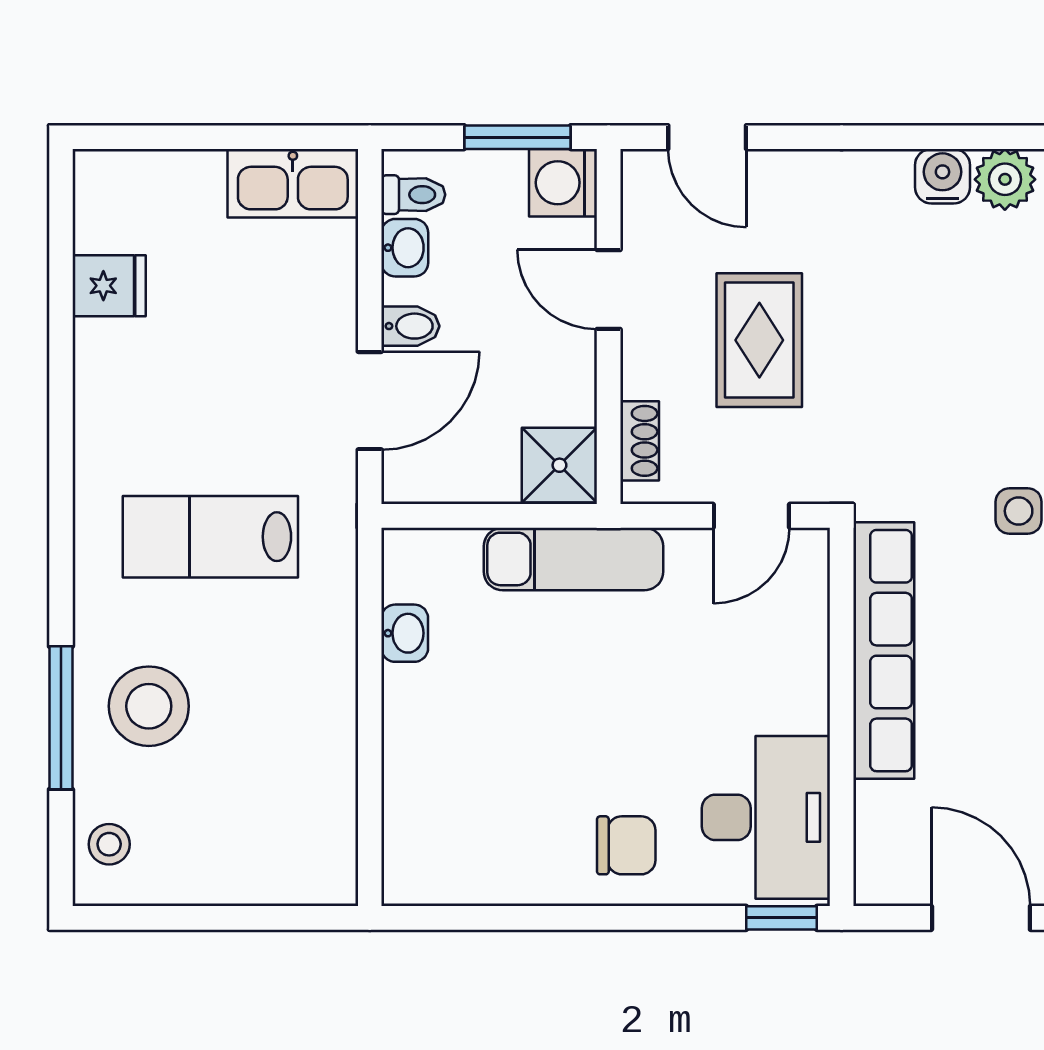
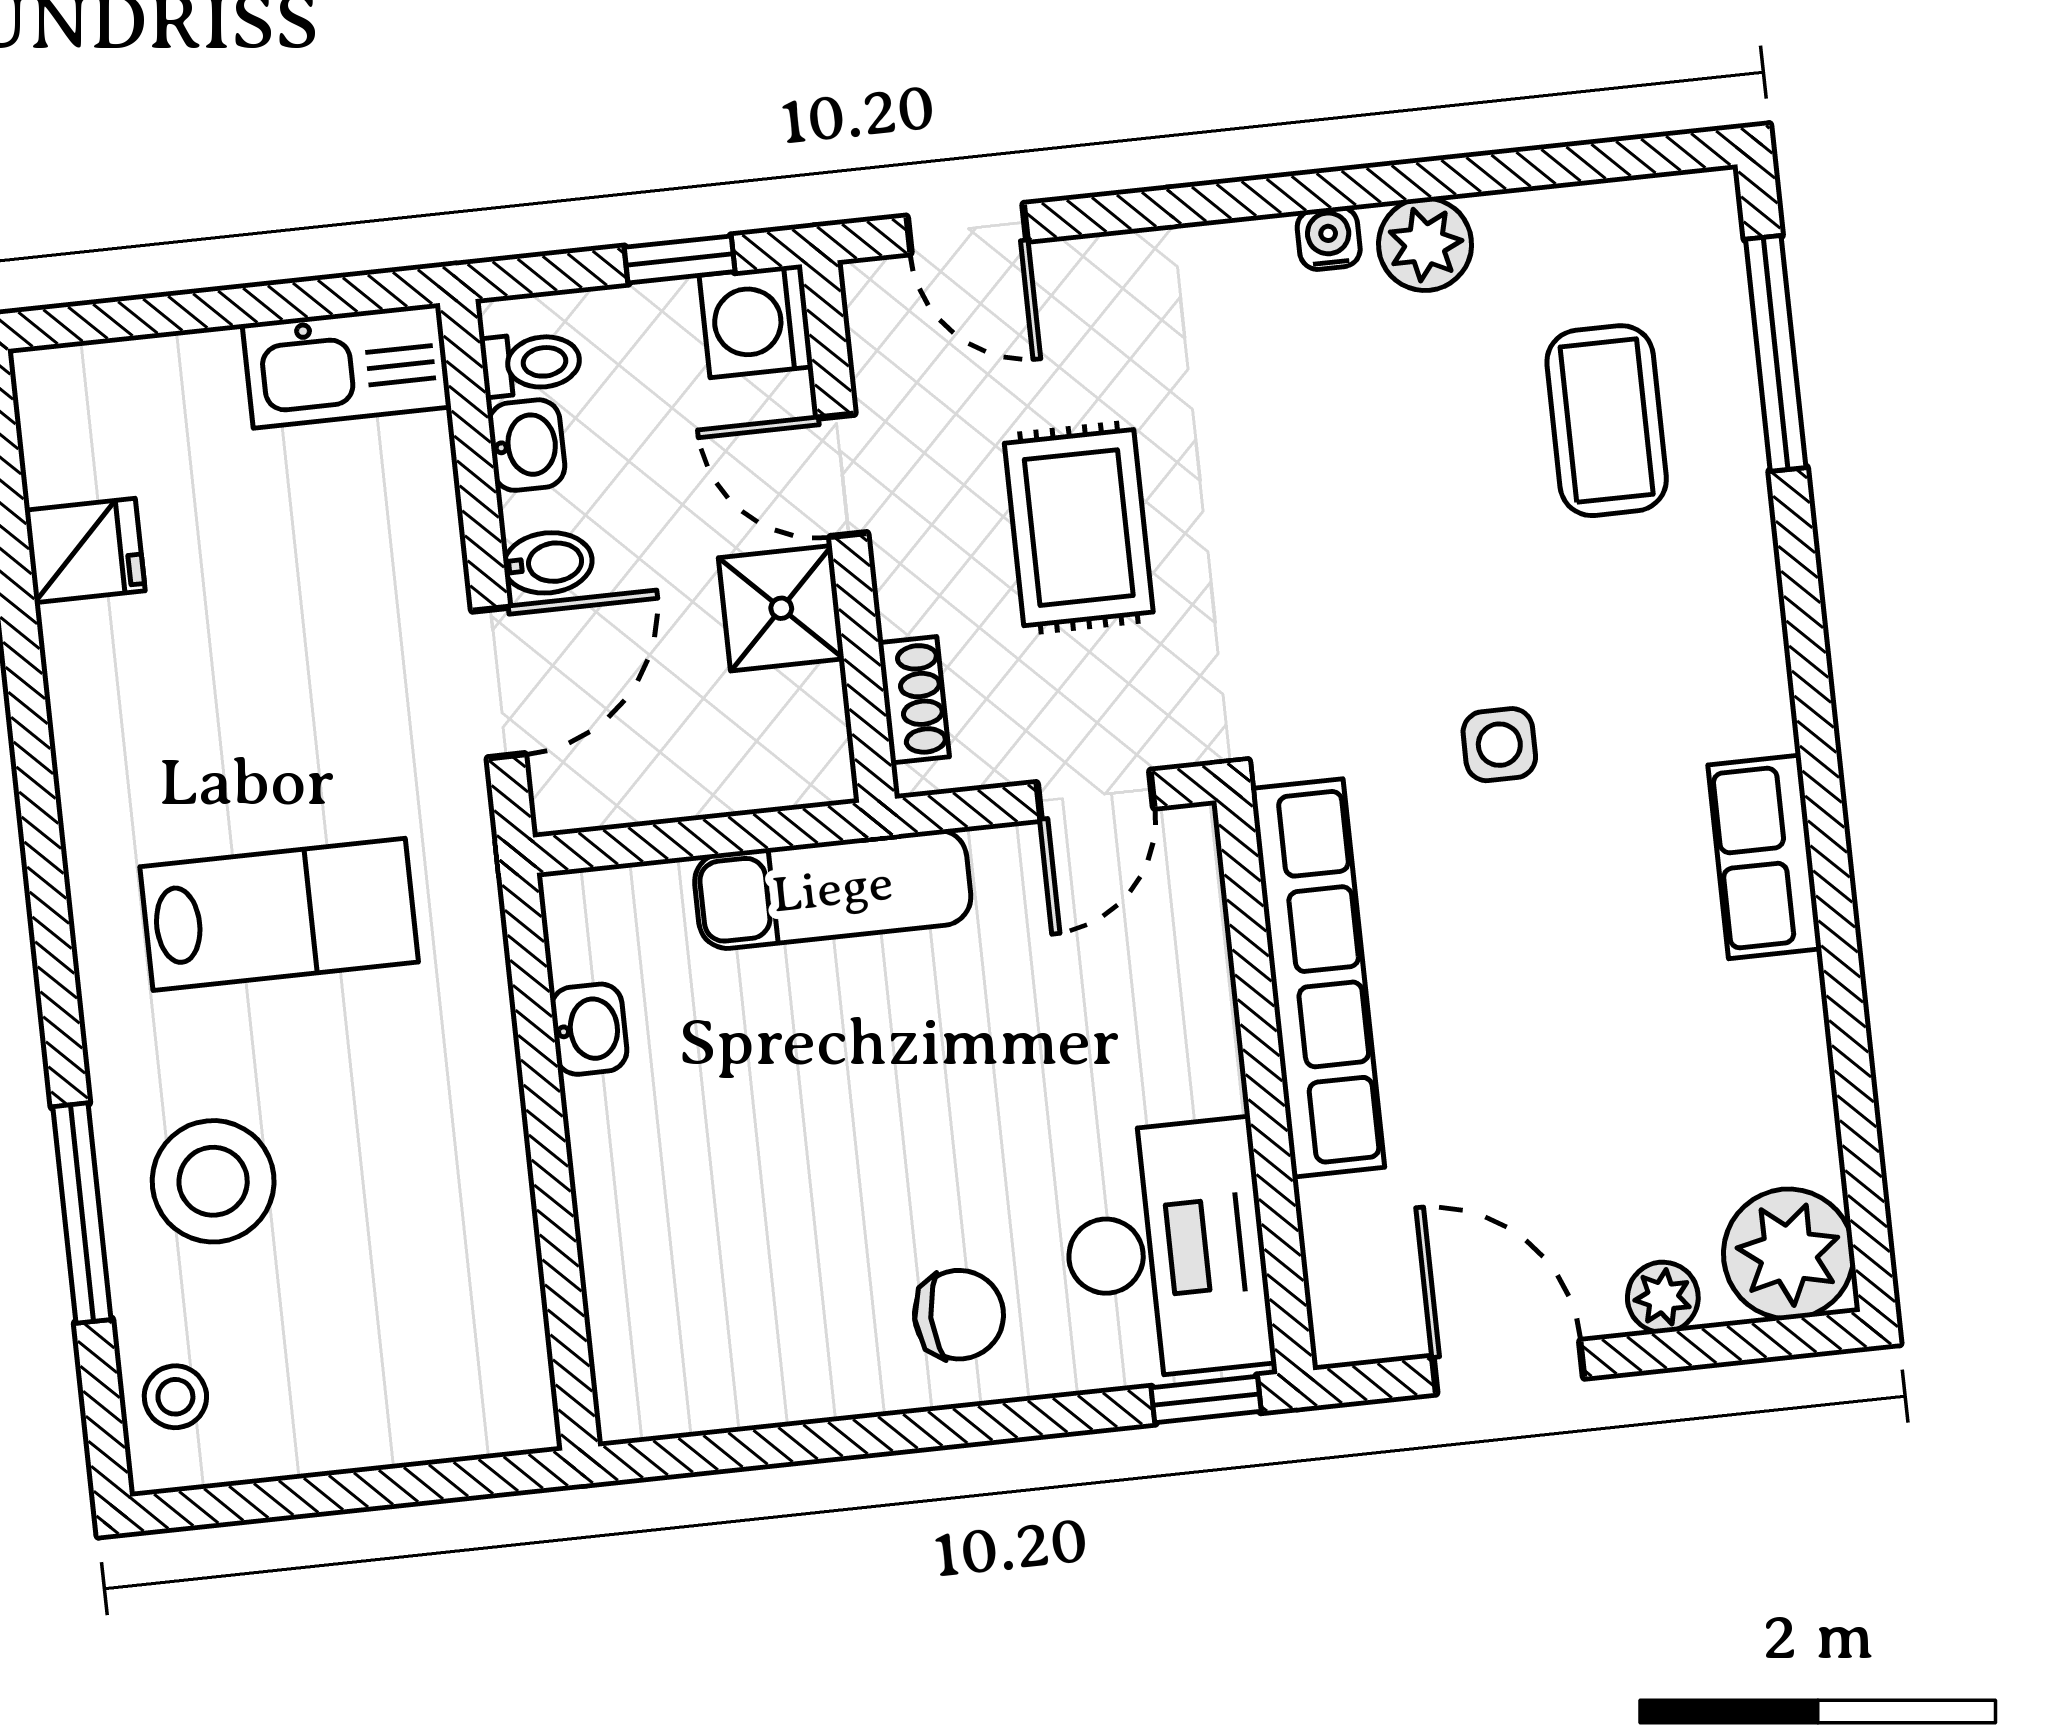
window: (517, 137) -> (680, 259), width x0.67
water cooler: (942, 176) -> (1329, 238), width x0.72, depth x0.72
shower: (559, 465) -> (781, 608), moved
lab bench: (210, 537) -> (279, 914), turned 180

